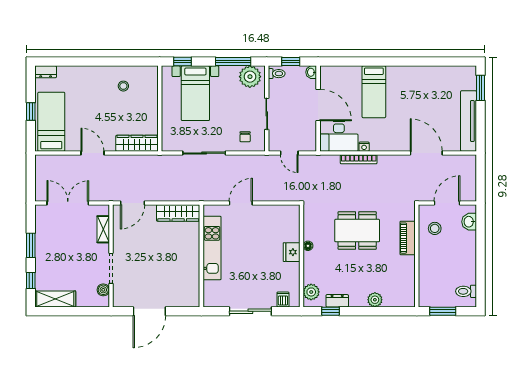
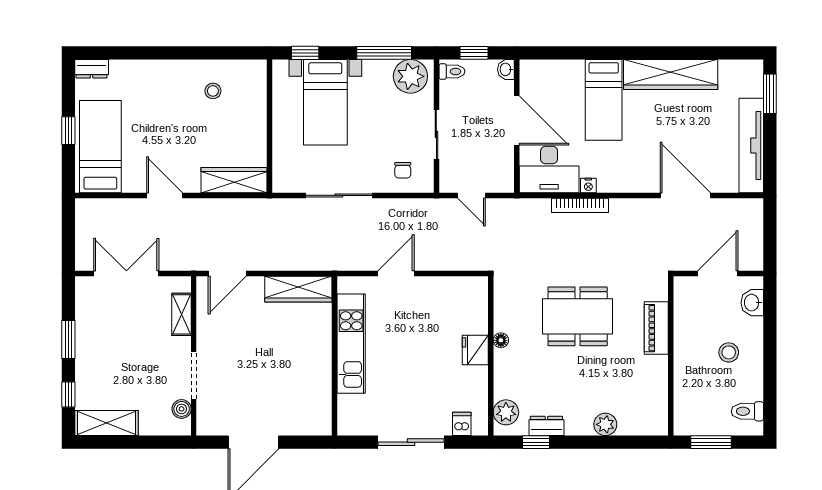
wardrobe: (417, 75) -> (671, 75), added
stool: (435, 228) -> (729, 352), moved

